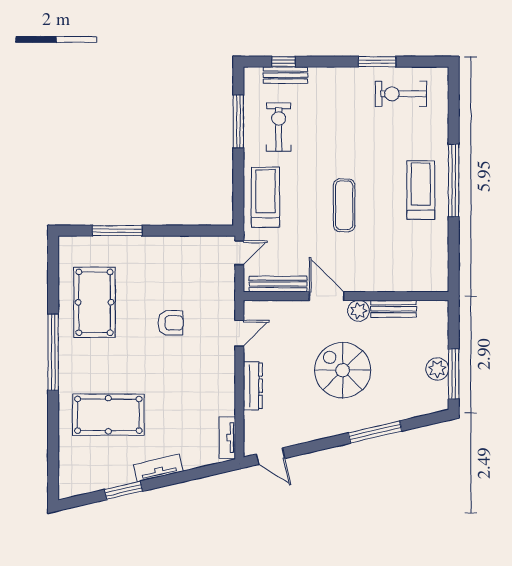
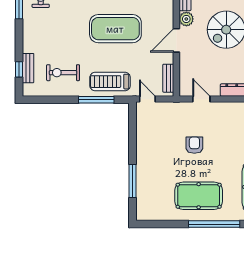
window: (238, 121) -> (96, 100), moved
exercise mat: (344, 205) -> (115, 29), width x2.00, depth x1.45
bench: (278, 284) -> (168, 78), width x0.73
pool table: (94, 302) -> (199, 196), moved

